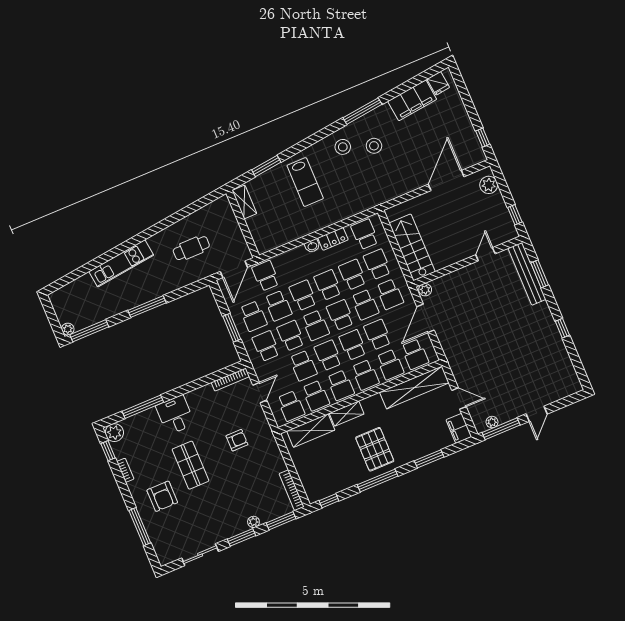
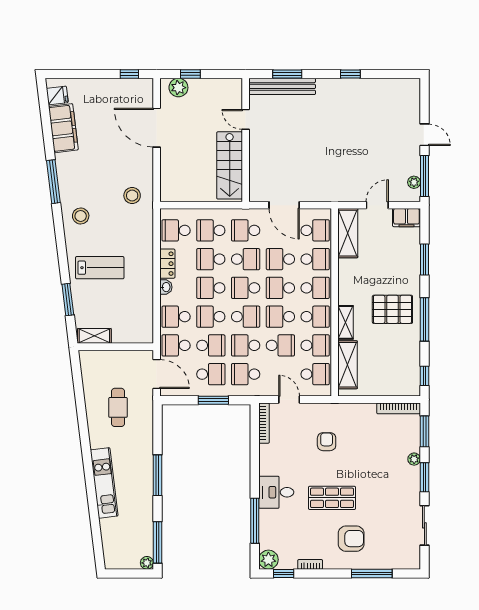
stool: (374, 146) -> (132, 196), moved
window: (515, 215) -> (190, 74), moved
stairs: (412, 247) -> (230, 165), moved, turned -90
school desk: (290, 265) -> (176, 317), added
plant: (425, 290) -> (256, 194), removed
school desk: (390, 294) -> (246, 230), turned 180
shelving: (414, 387) -> (348, 233), width x0.68

